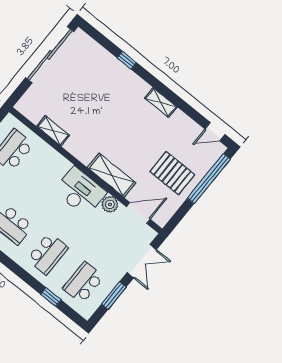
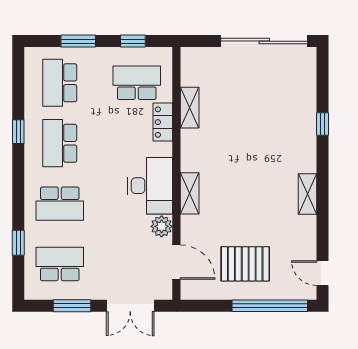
locker: (49, 154) -> (163, 122), added
pallet: (172, 173) -> (245, 264), turned 90
shelving: (112, 175) -> (190, 193), width x0.67, depth x0.75

